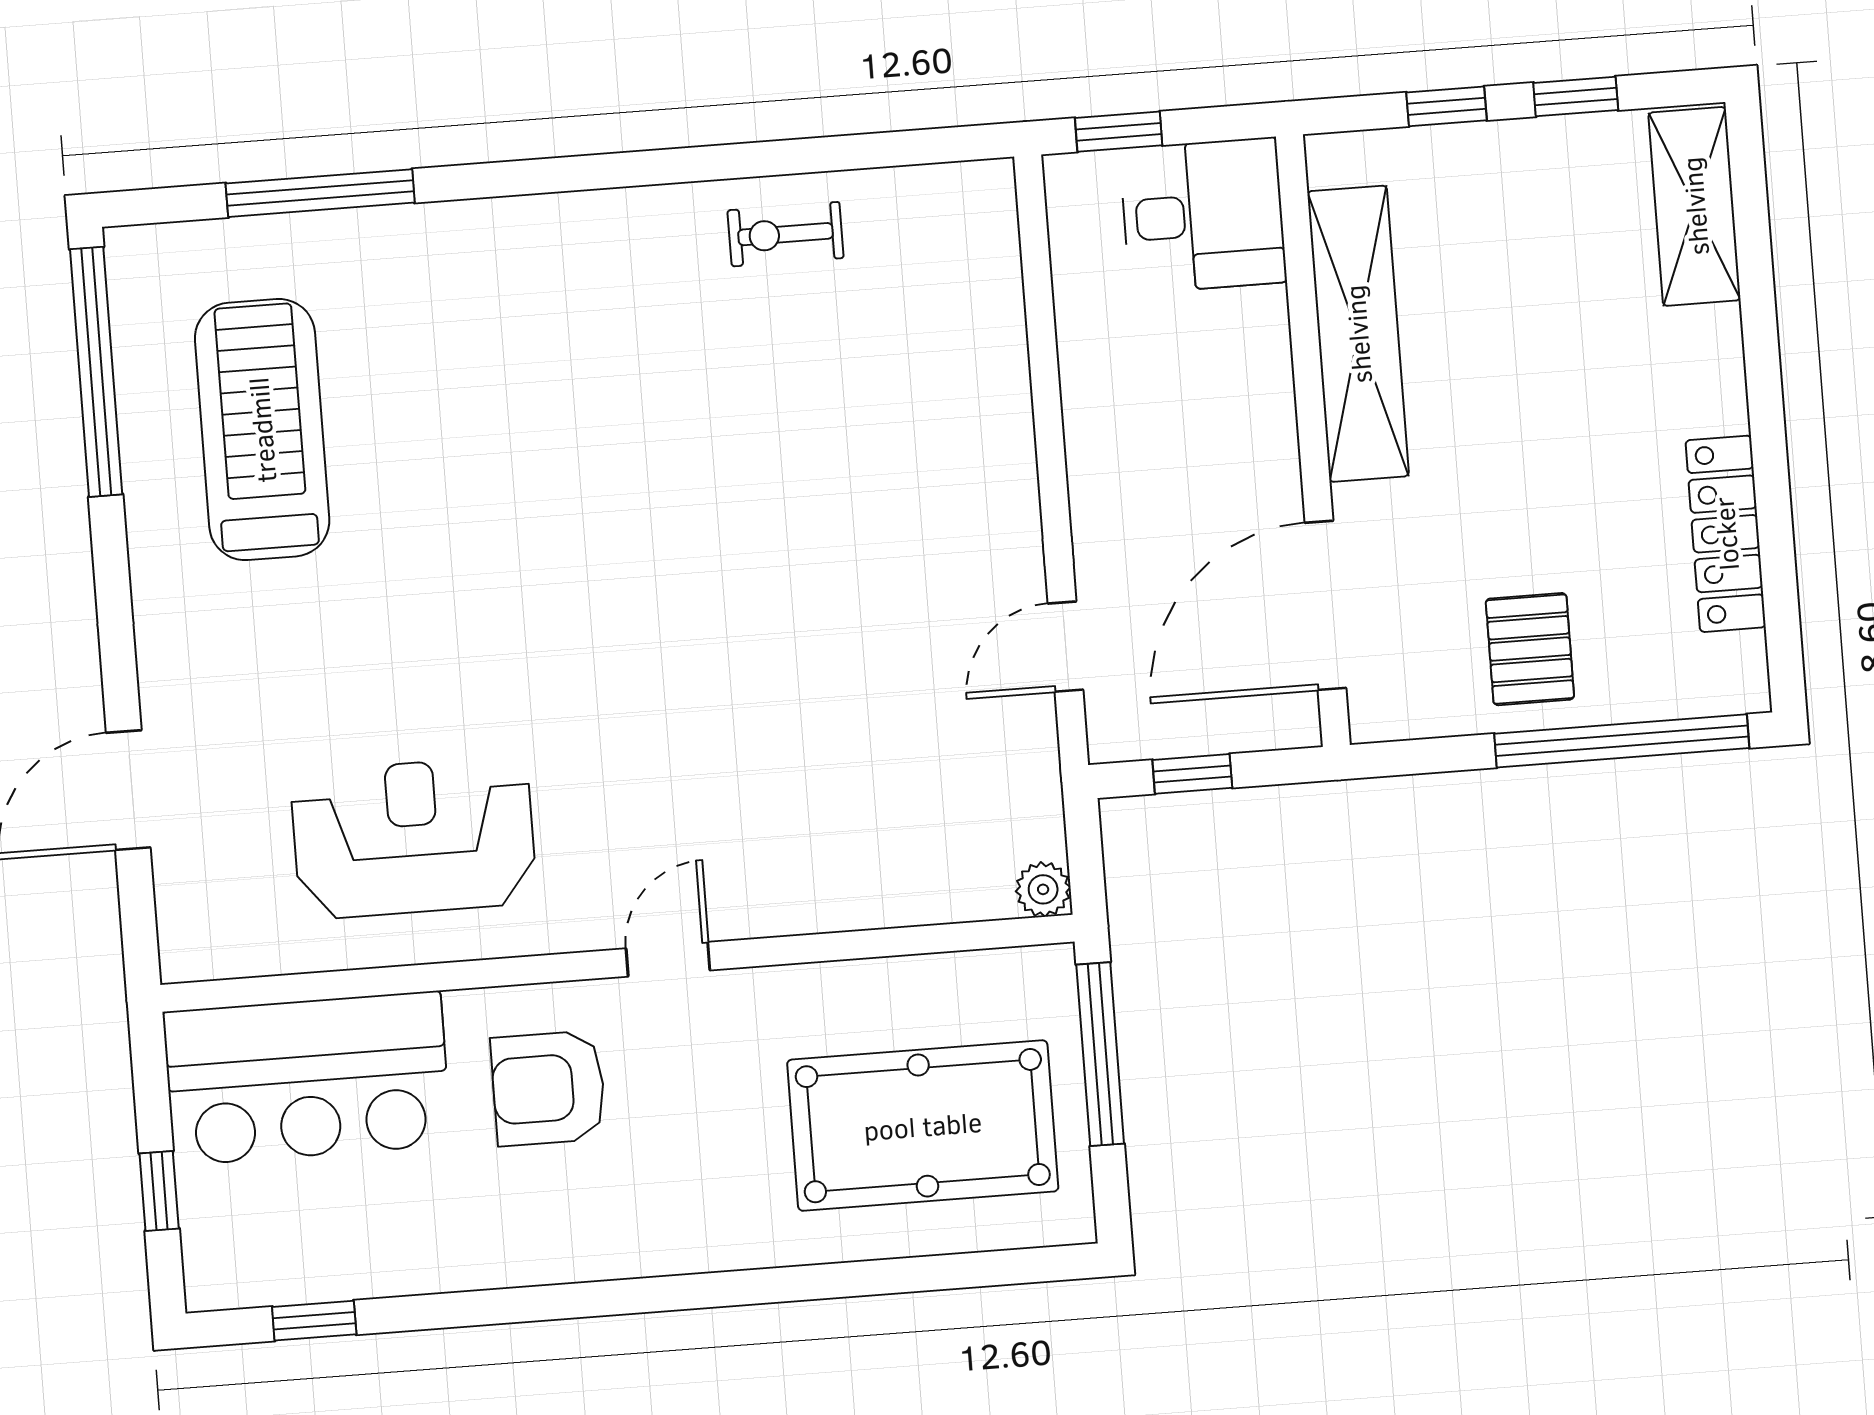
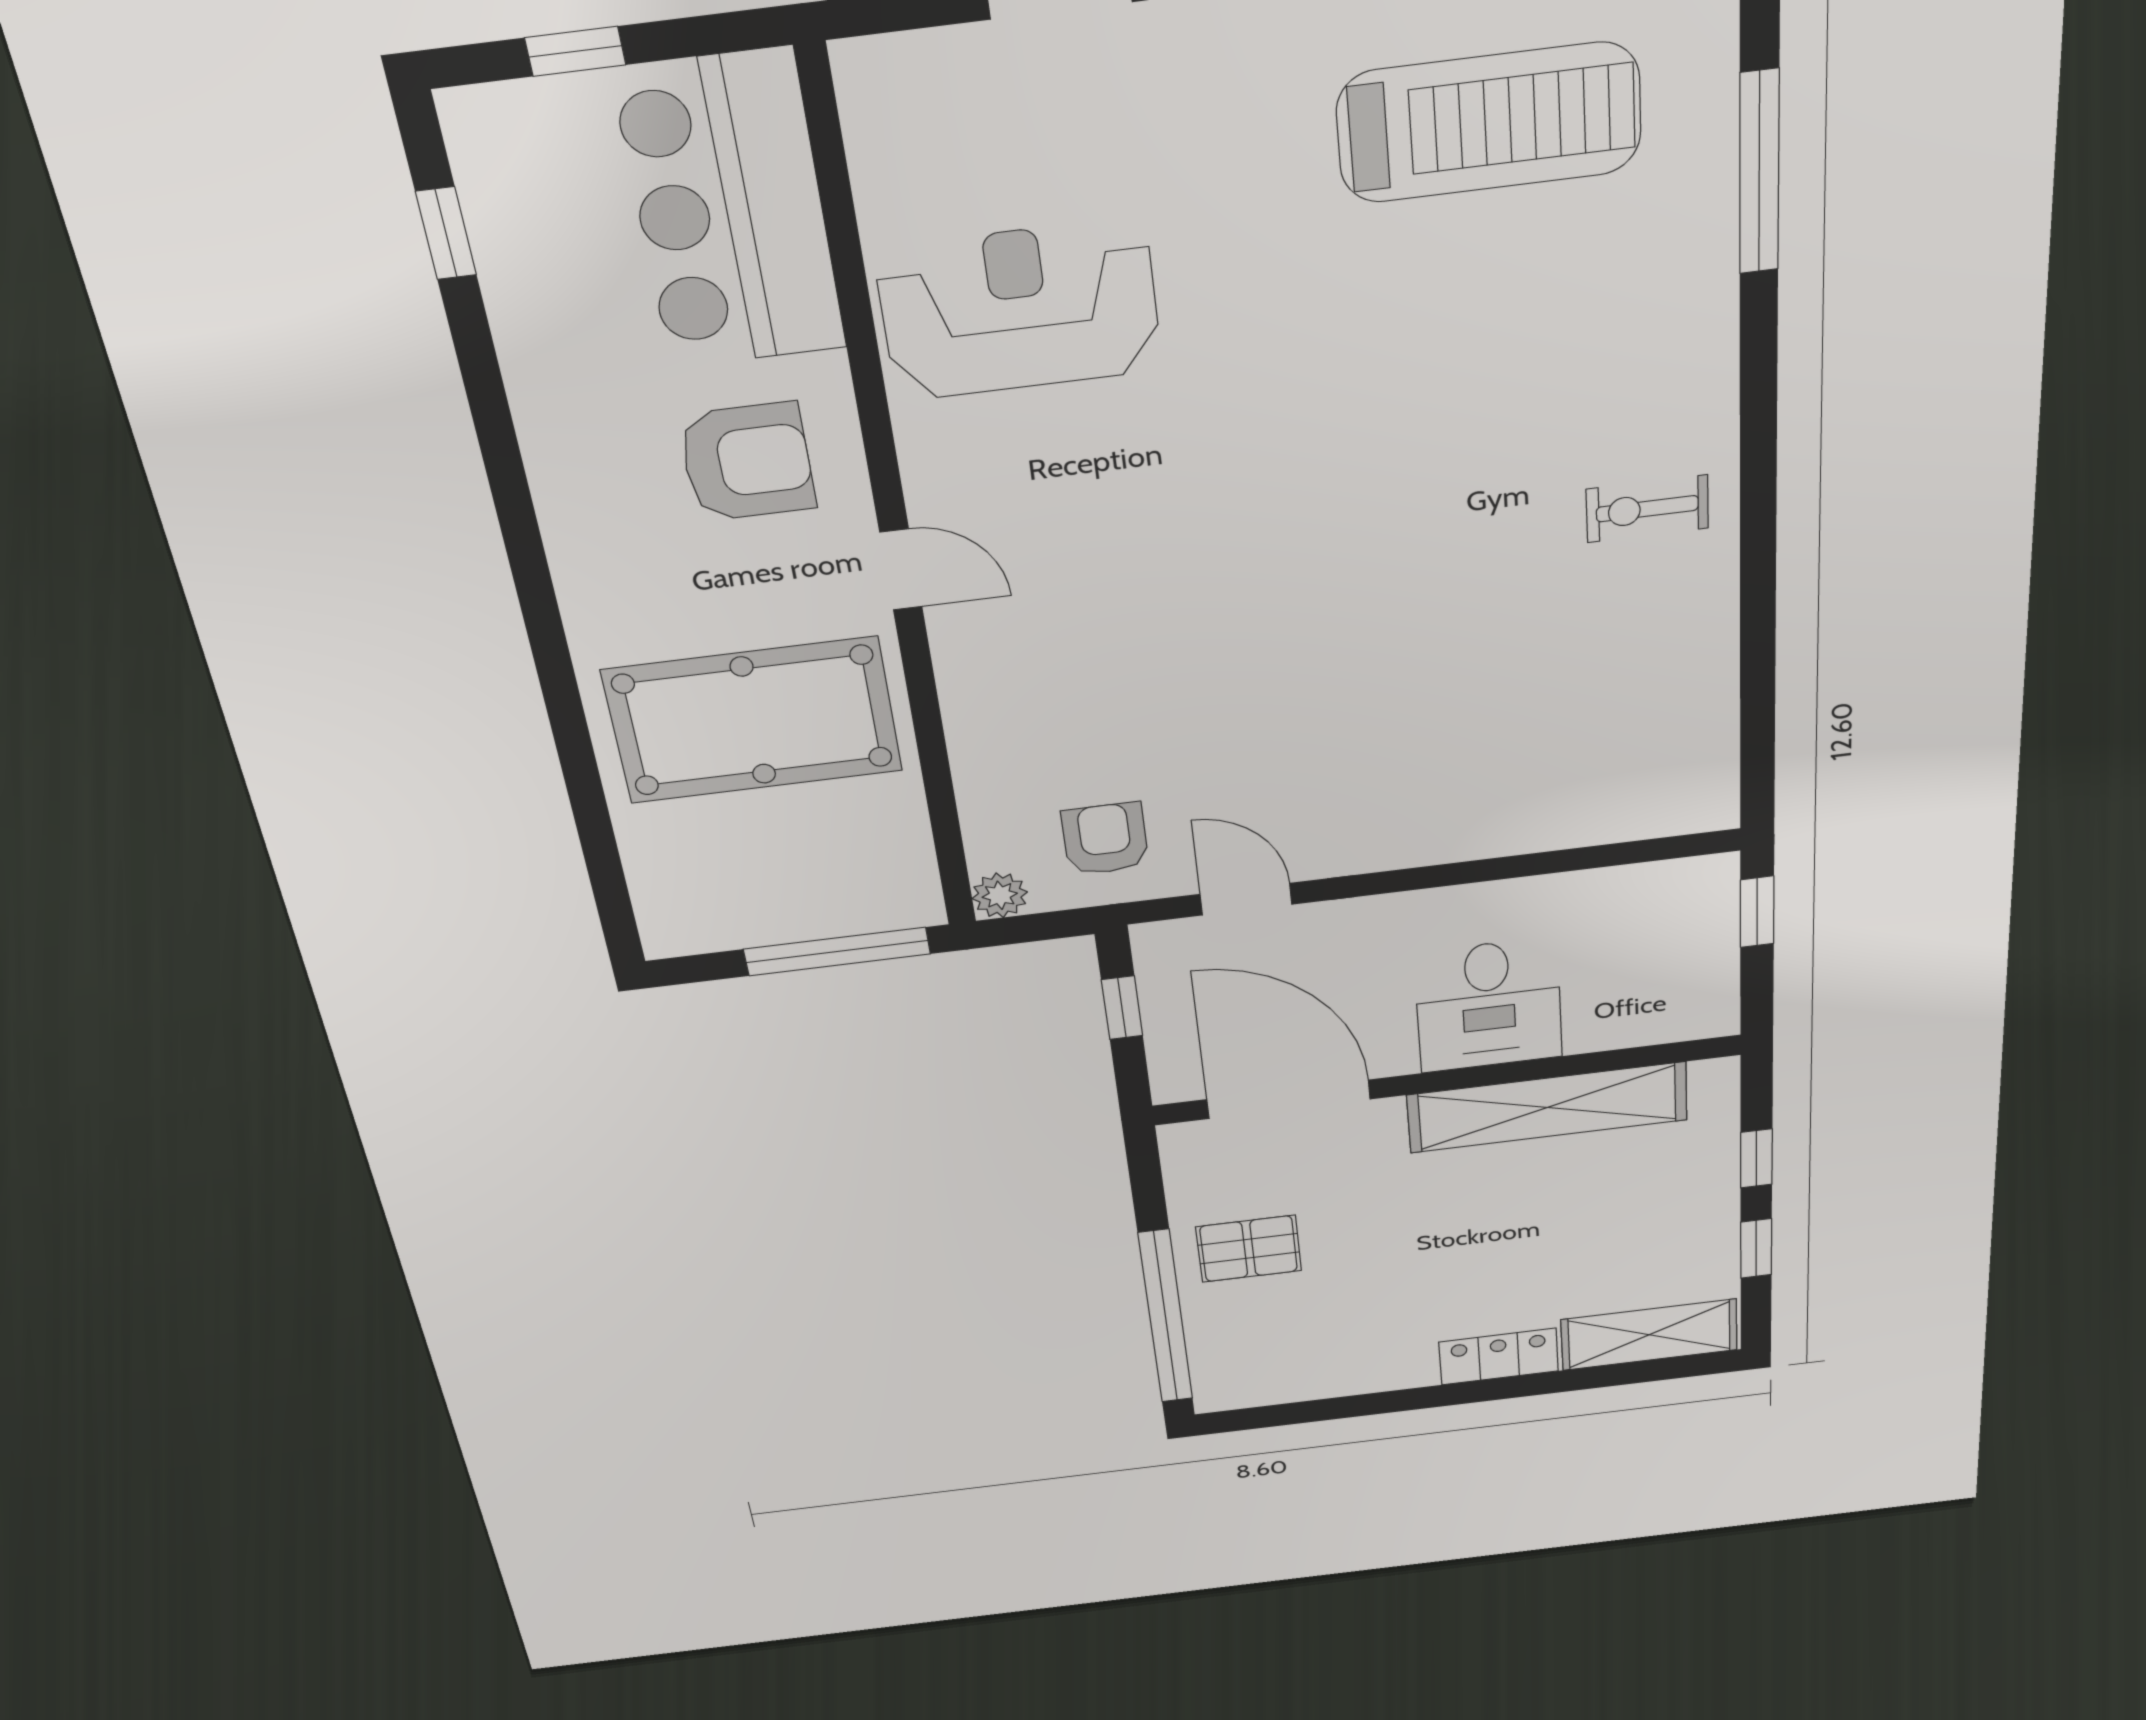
desk: (1203, 215) -> (1488, 1005), moved
exercise bike: (786, 234) -> (1647, 509), moved, turned -90
locker: (1726, 534) -> (1499, 1357), moved, width x0.66
armchair: (983, 783) -> (1105, 839), added
reception desk: (414, 838) -> (1019, 310), turned -90
armchair: (548, 1088) -> (747, 462), turned 90
pool table: (923, 1126) -> (753, 721), moved, turned 90

